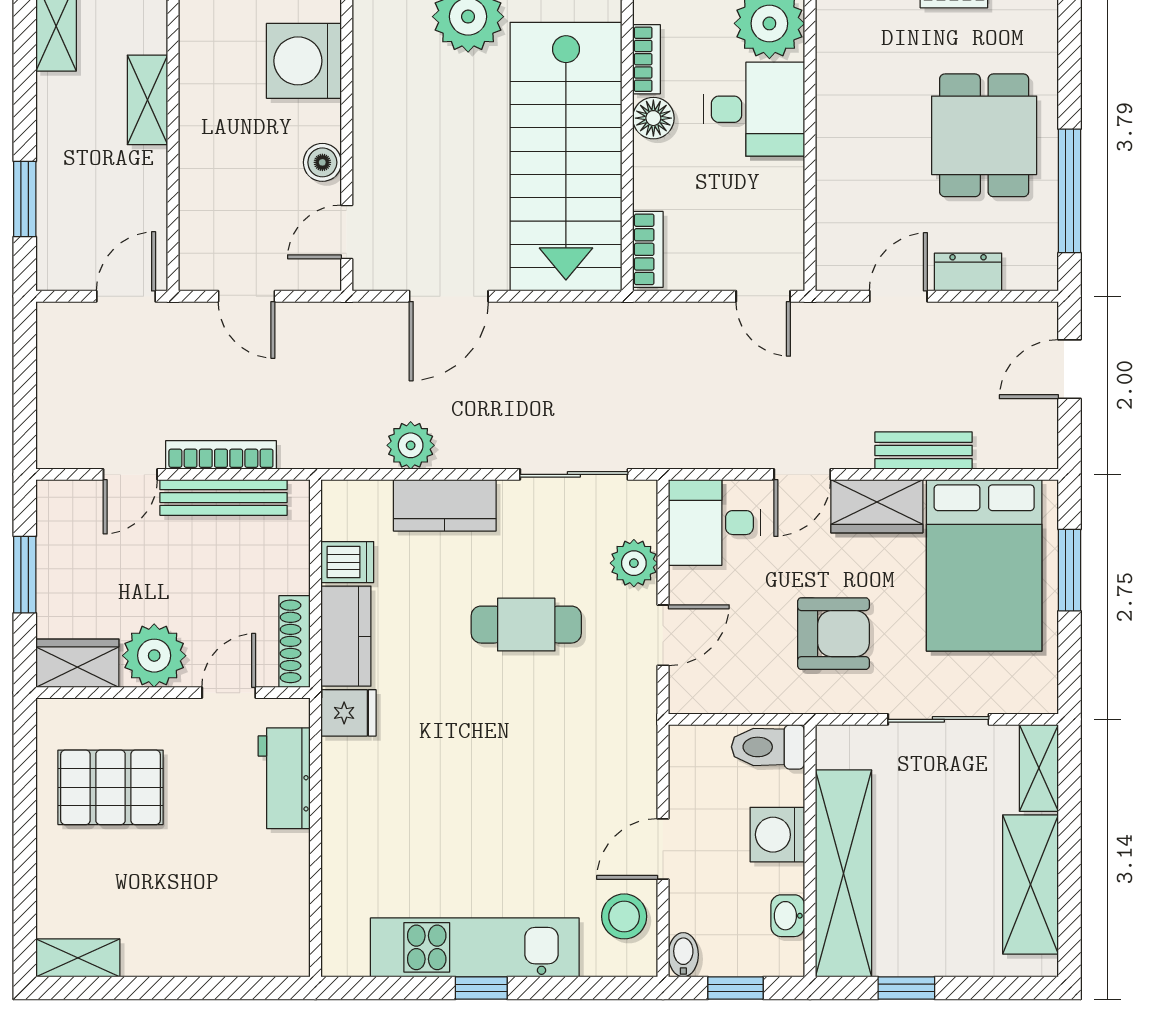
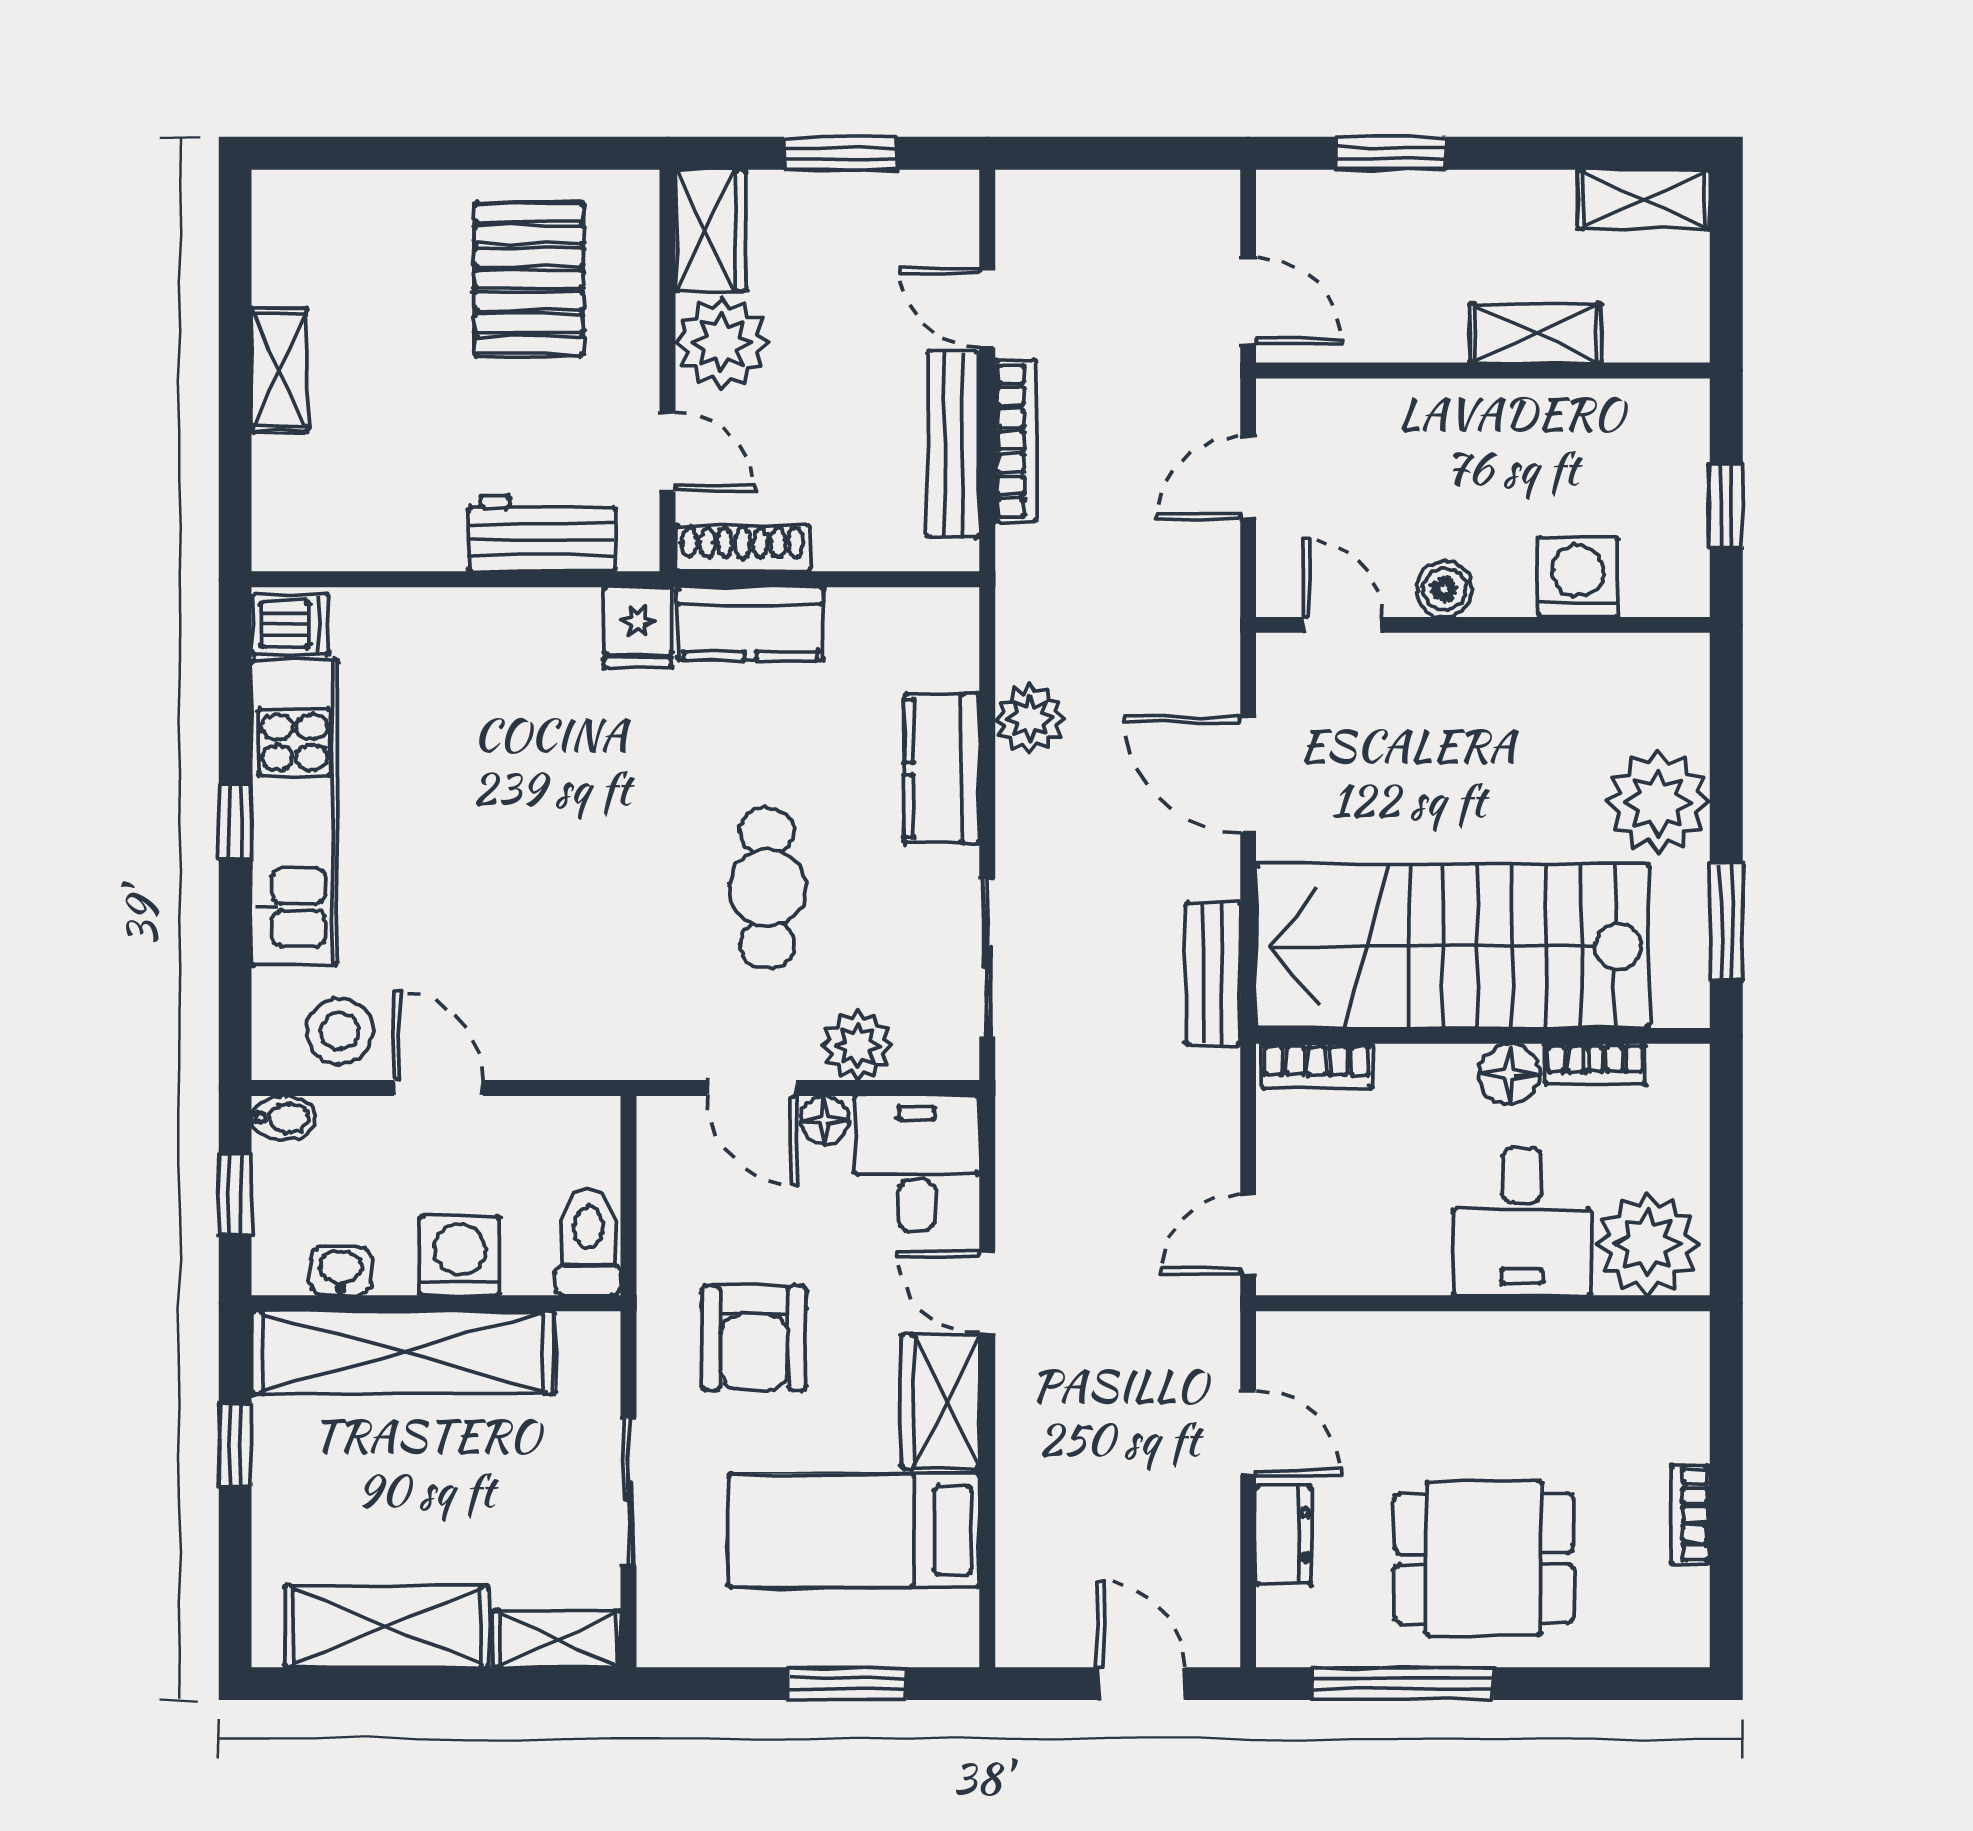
washing machine: (304, 61) -> (1578, 577), width x0.73, depth x0.73
bench: (924, 450) -> (1213, 974), moved
dishwasher: (347, 562) -> (290, 624), moved, turned -90
bed: (984, 565) -> (854, 1530), width x0.67
floor lamp: (685, 586) -> (824, 1120), added
shelving: (78, 958) -> (279, 370), moved

